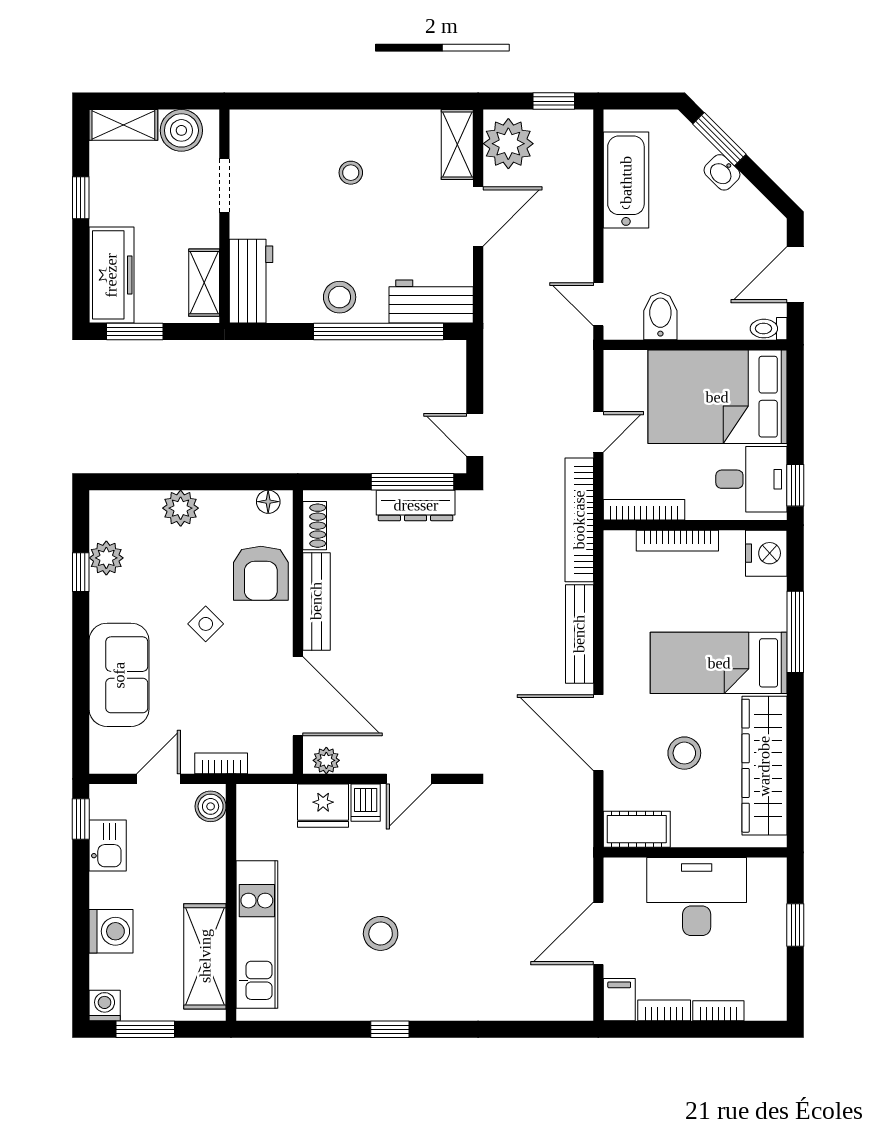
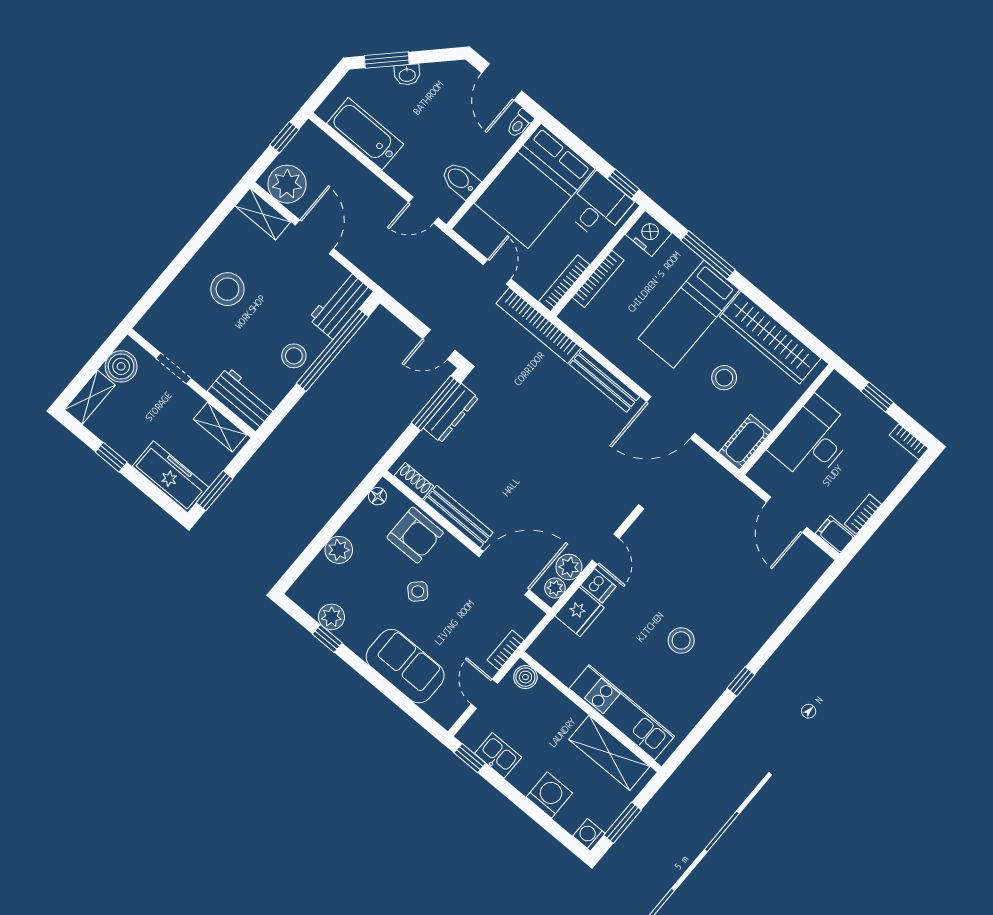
stool: (351, 173) -> (227, 289), width x1.89, depth x1.89
plant: (359, 757) -> (569, 567), added
bookcase: (718, 1011) -> (909, 442), moved, turned -90

